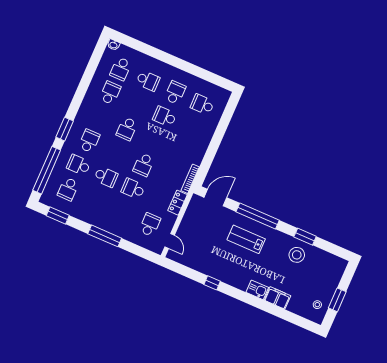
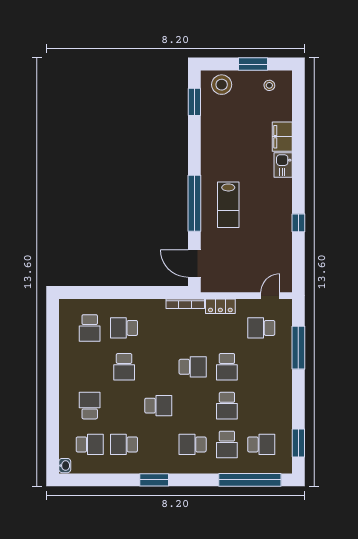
school desk: (175, 93) -> (124, 328), moved
window: (65, 129) -> (154, 480), moved
school desk: (106, 177) -> (227, 406), turned 180
window: (105, 236) -> (298, 348), moved
window: (305, 237) -> (194, 102), moved
stool: (297, 255) -> (222, 85), moved

